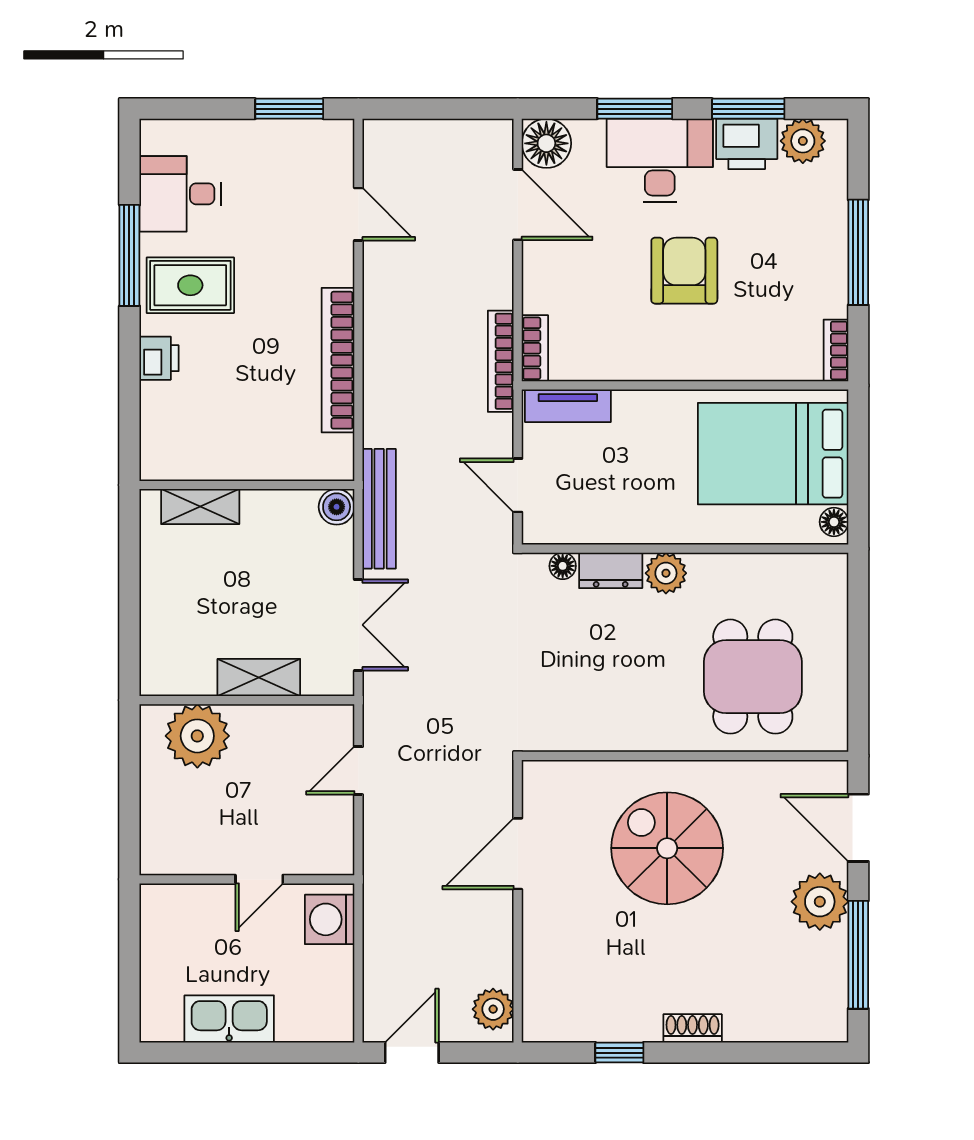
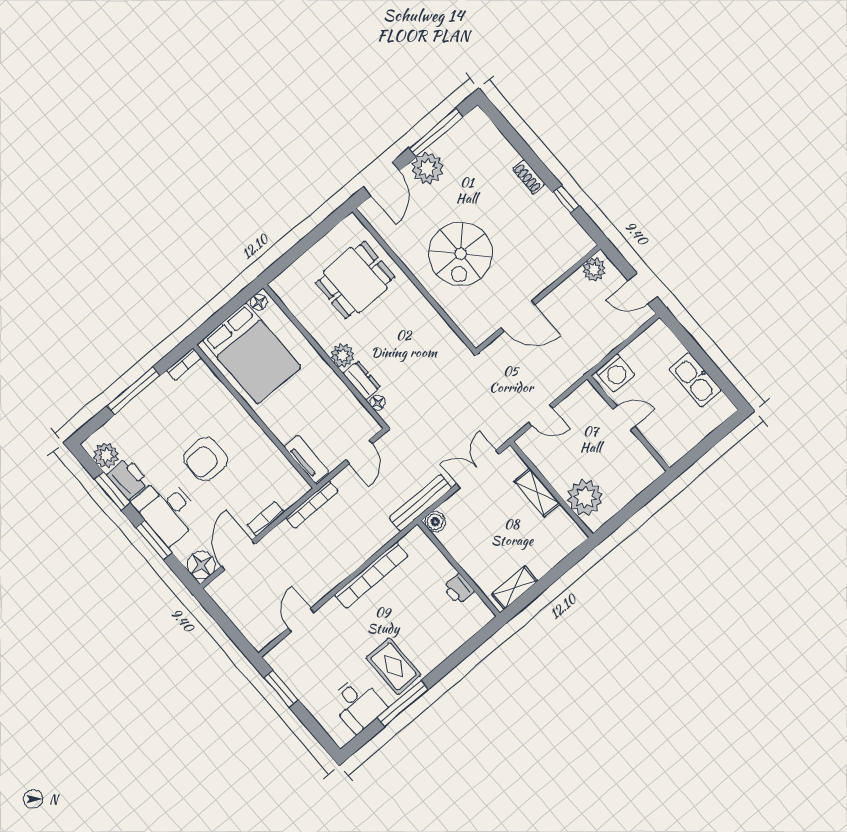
bookcase: (535, 348) -> (266, 519), moved
printer: (159, 358) -> (459, 589), moved, turned -90
shelving: (200, 507) -> (515, 588), moved, turned 90

